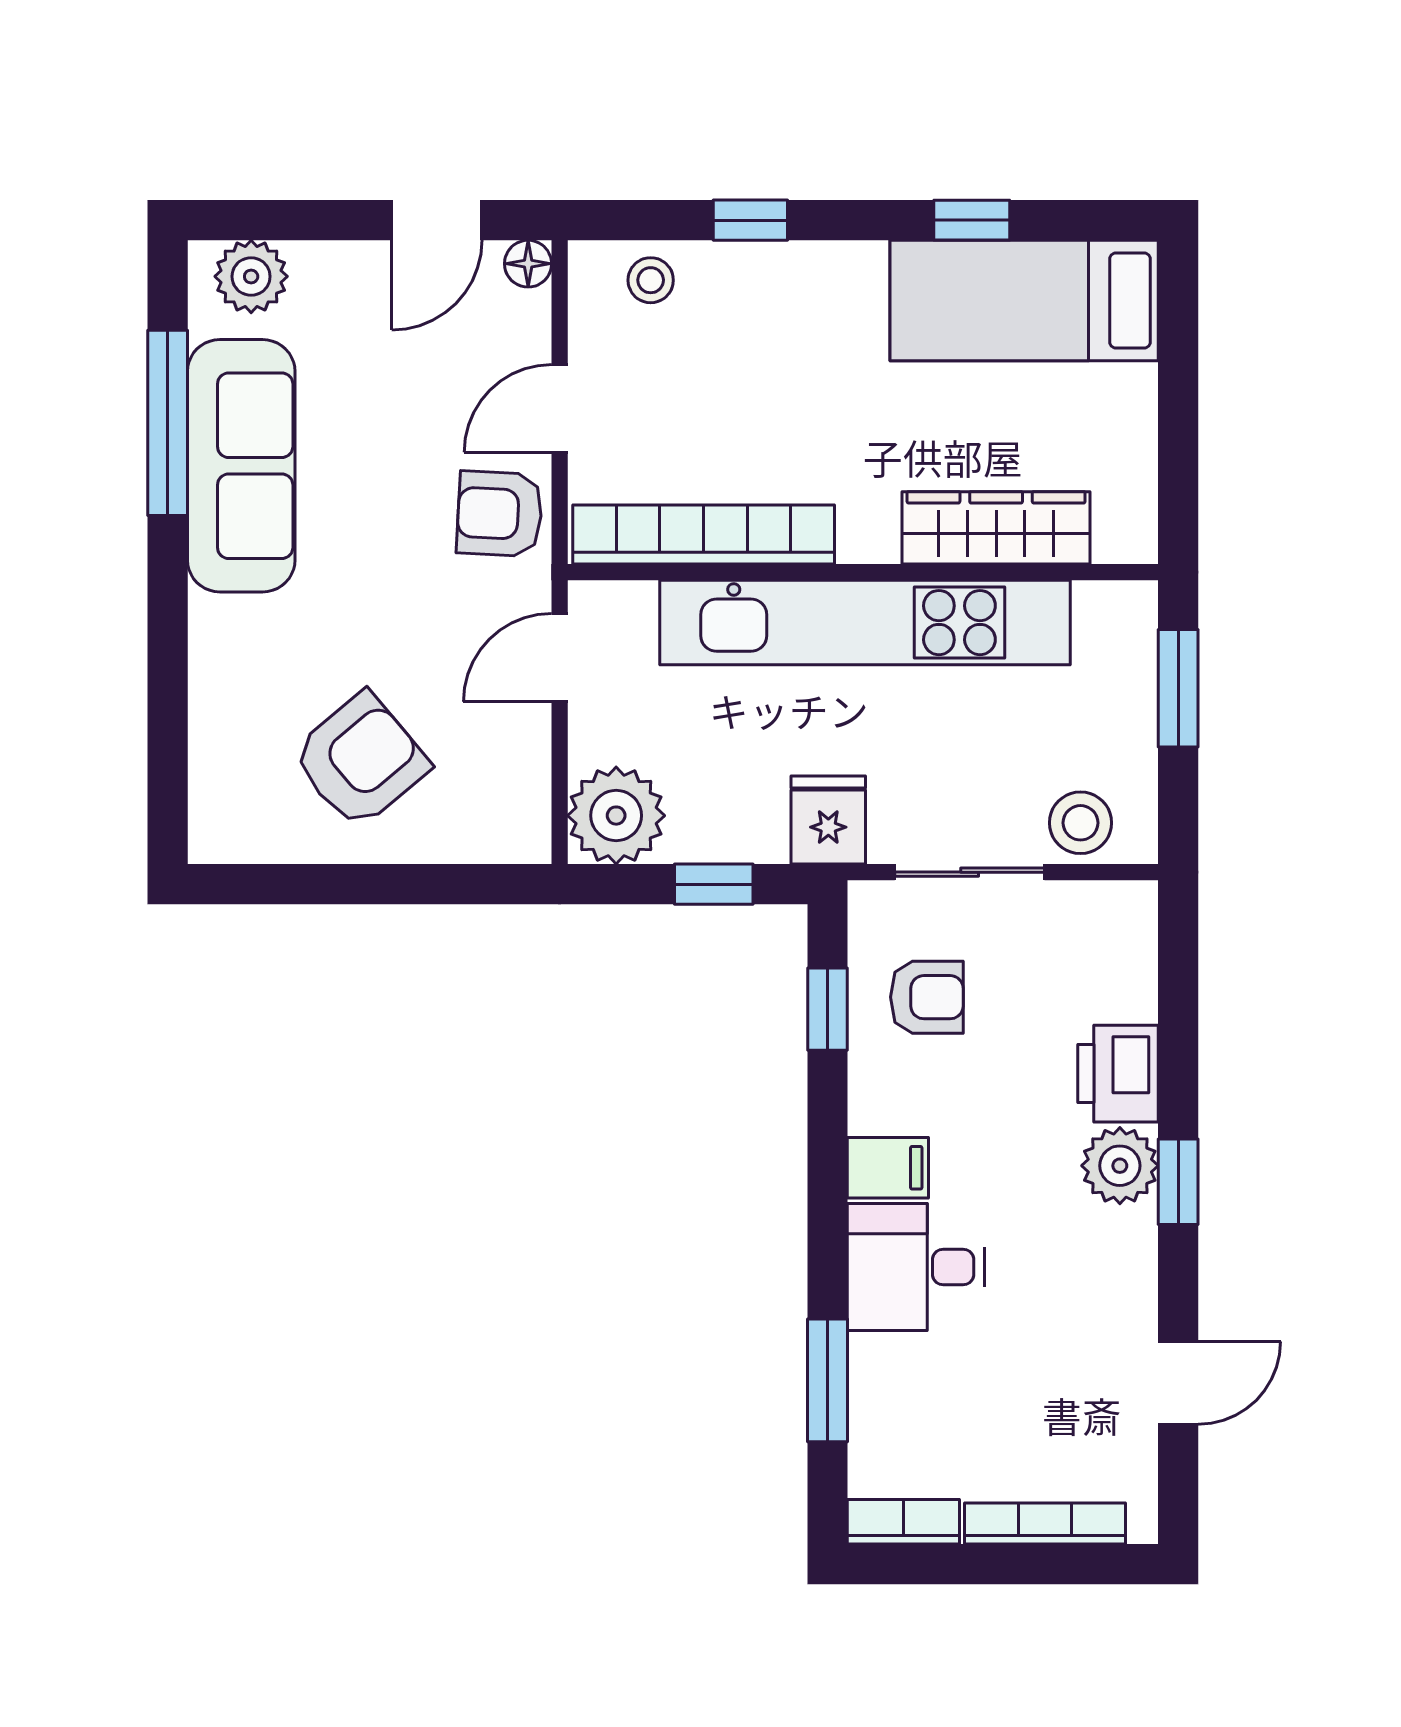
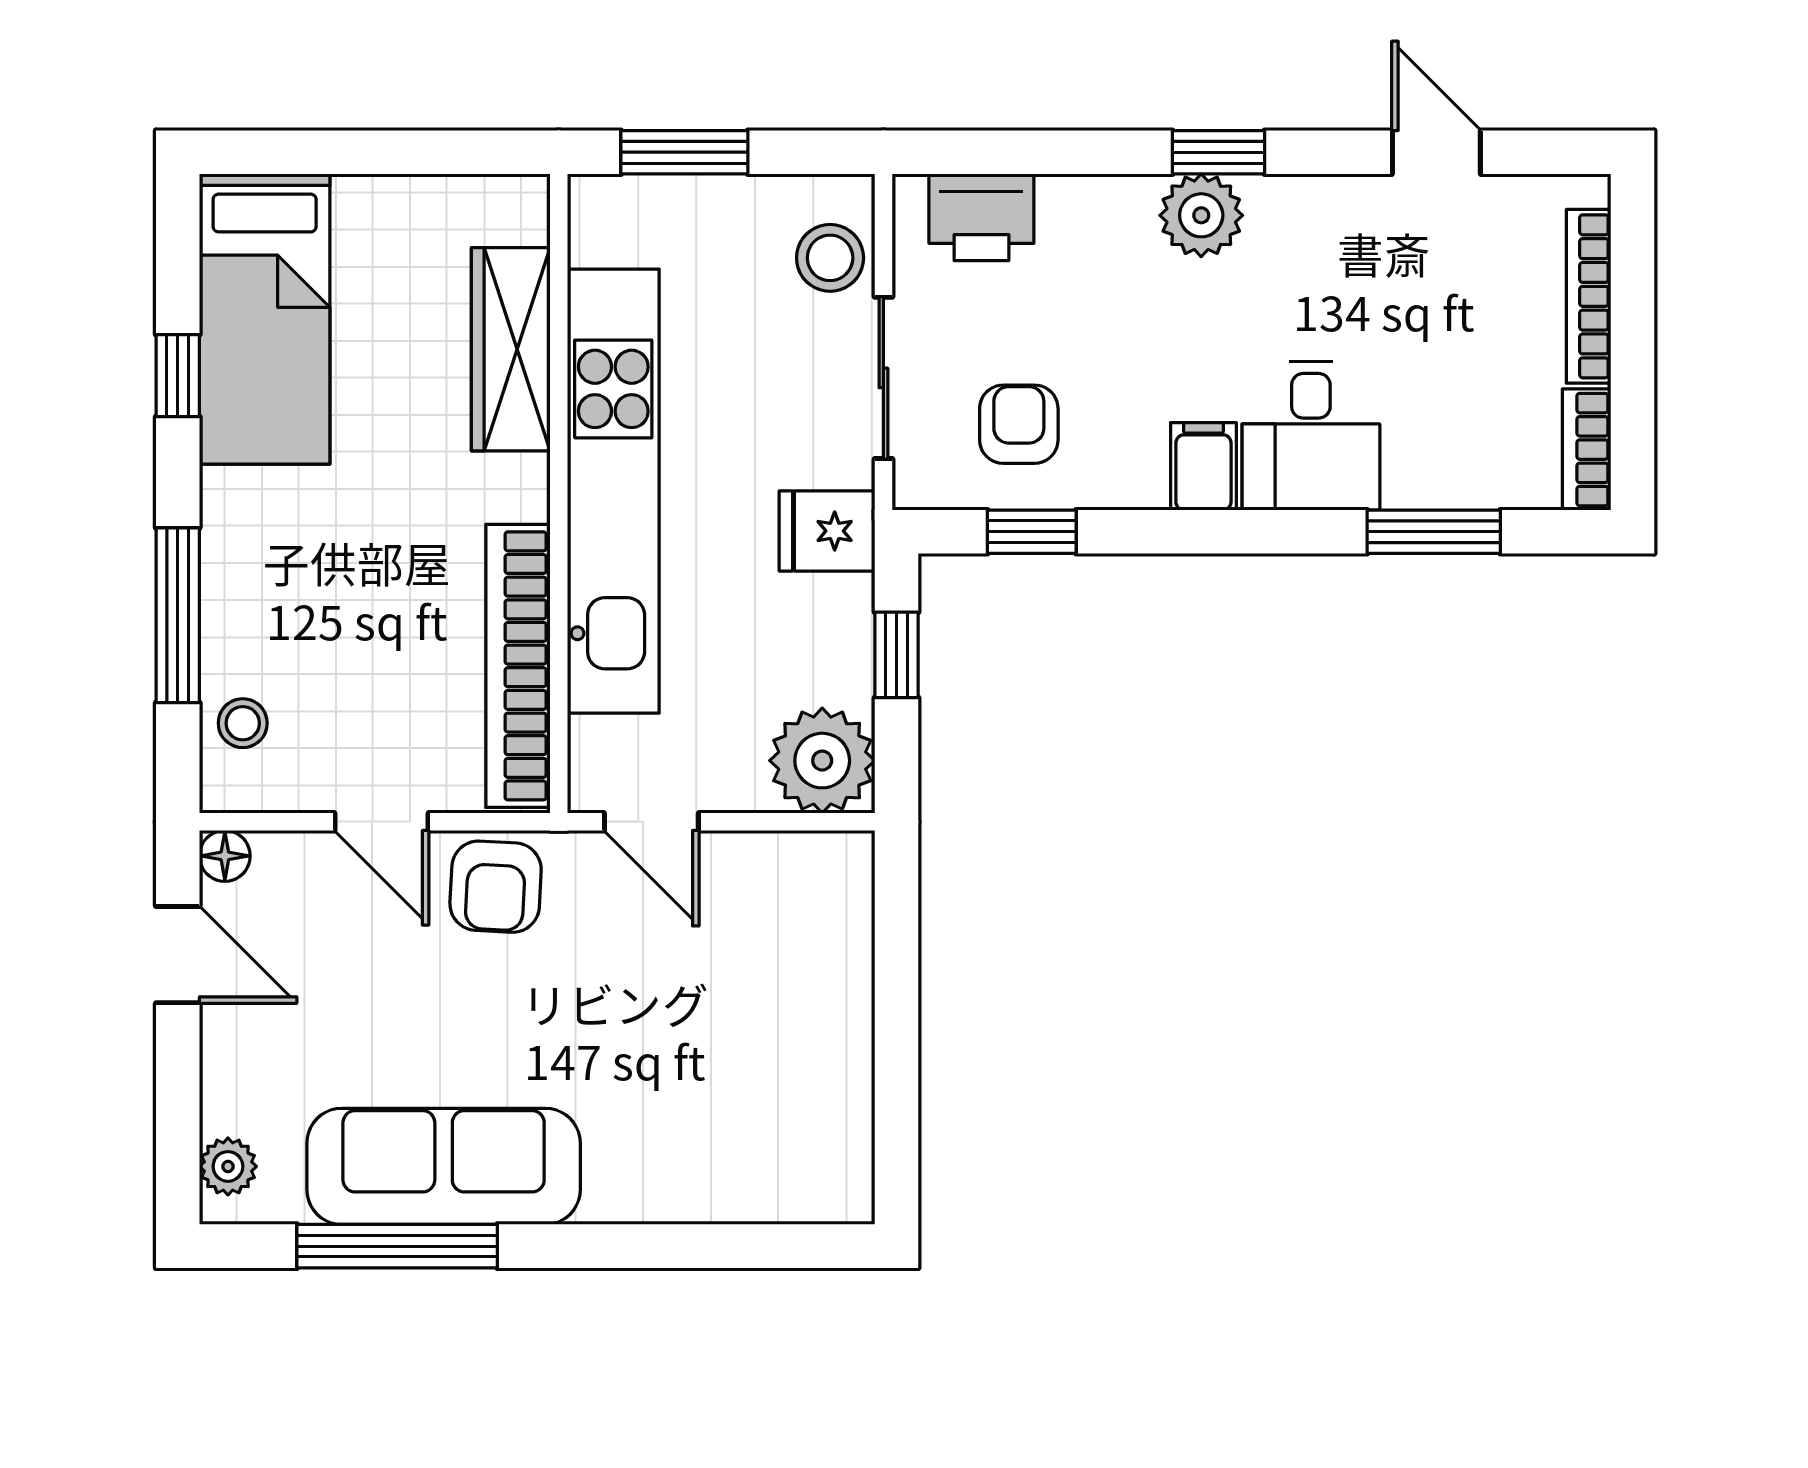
window: (750, 220) -> (178, 615), width x2.17
plant: (251, 276) -> (228, 1166), width x0.73, depth x0.73
armchair: (360, 760) -> (762, 1037), removed
printer: (1118, 1074) -> (981, 217), moved

